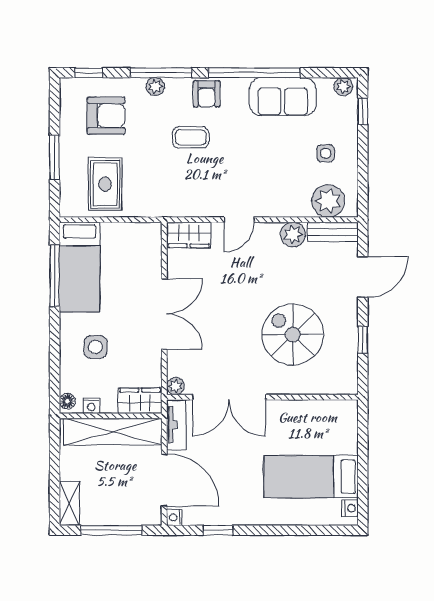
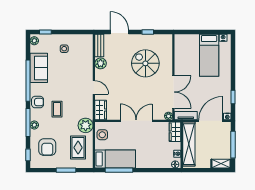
armchair: (106, 116) -> (47, 147), turned 180
rug: (105, 184) -> (78, 148), turned 90
plant: (328, 201) -> (86, 125), moved
spiral stairs: (293, 335) -> (145, 63), turned 90
side table: (95, 347) -> (102, 135), moved

